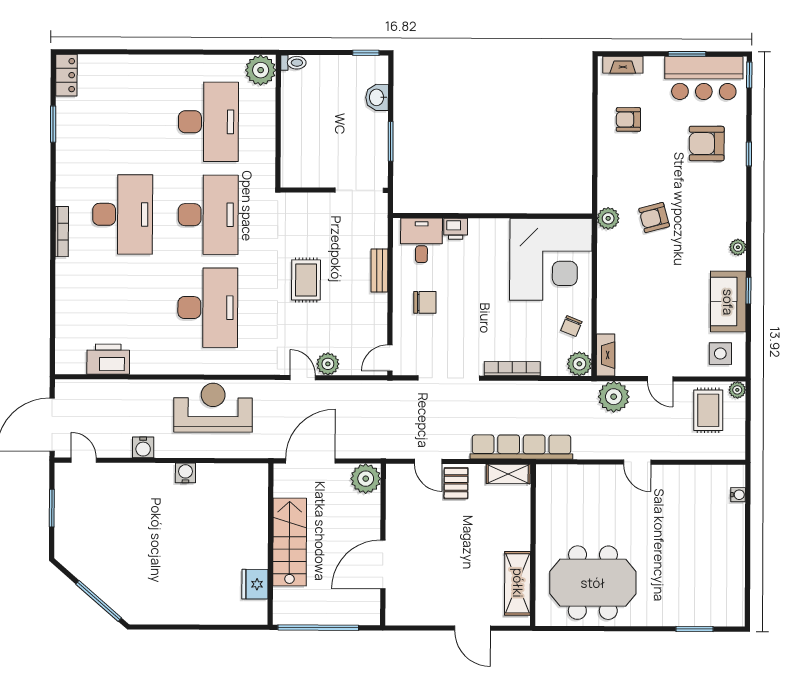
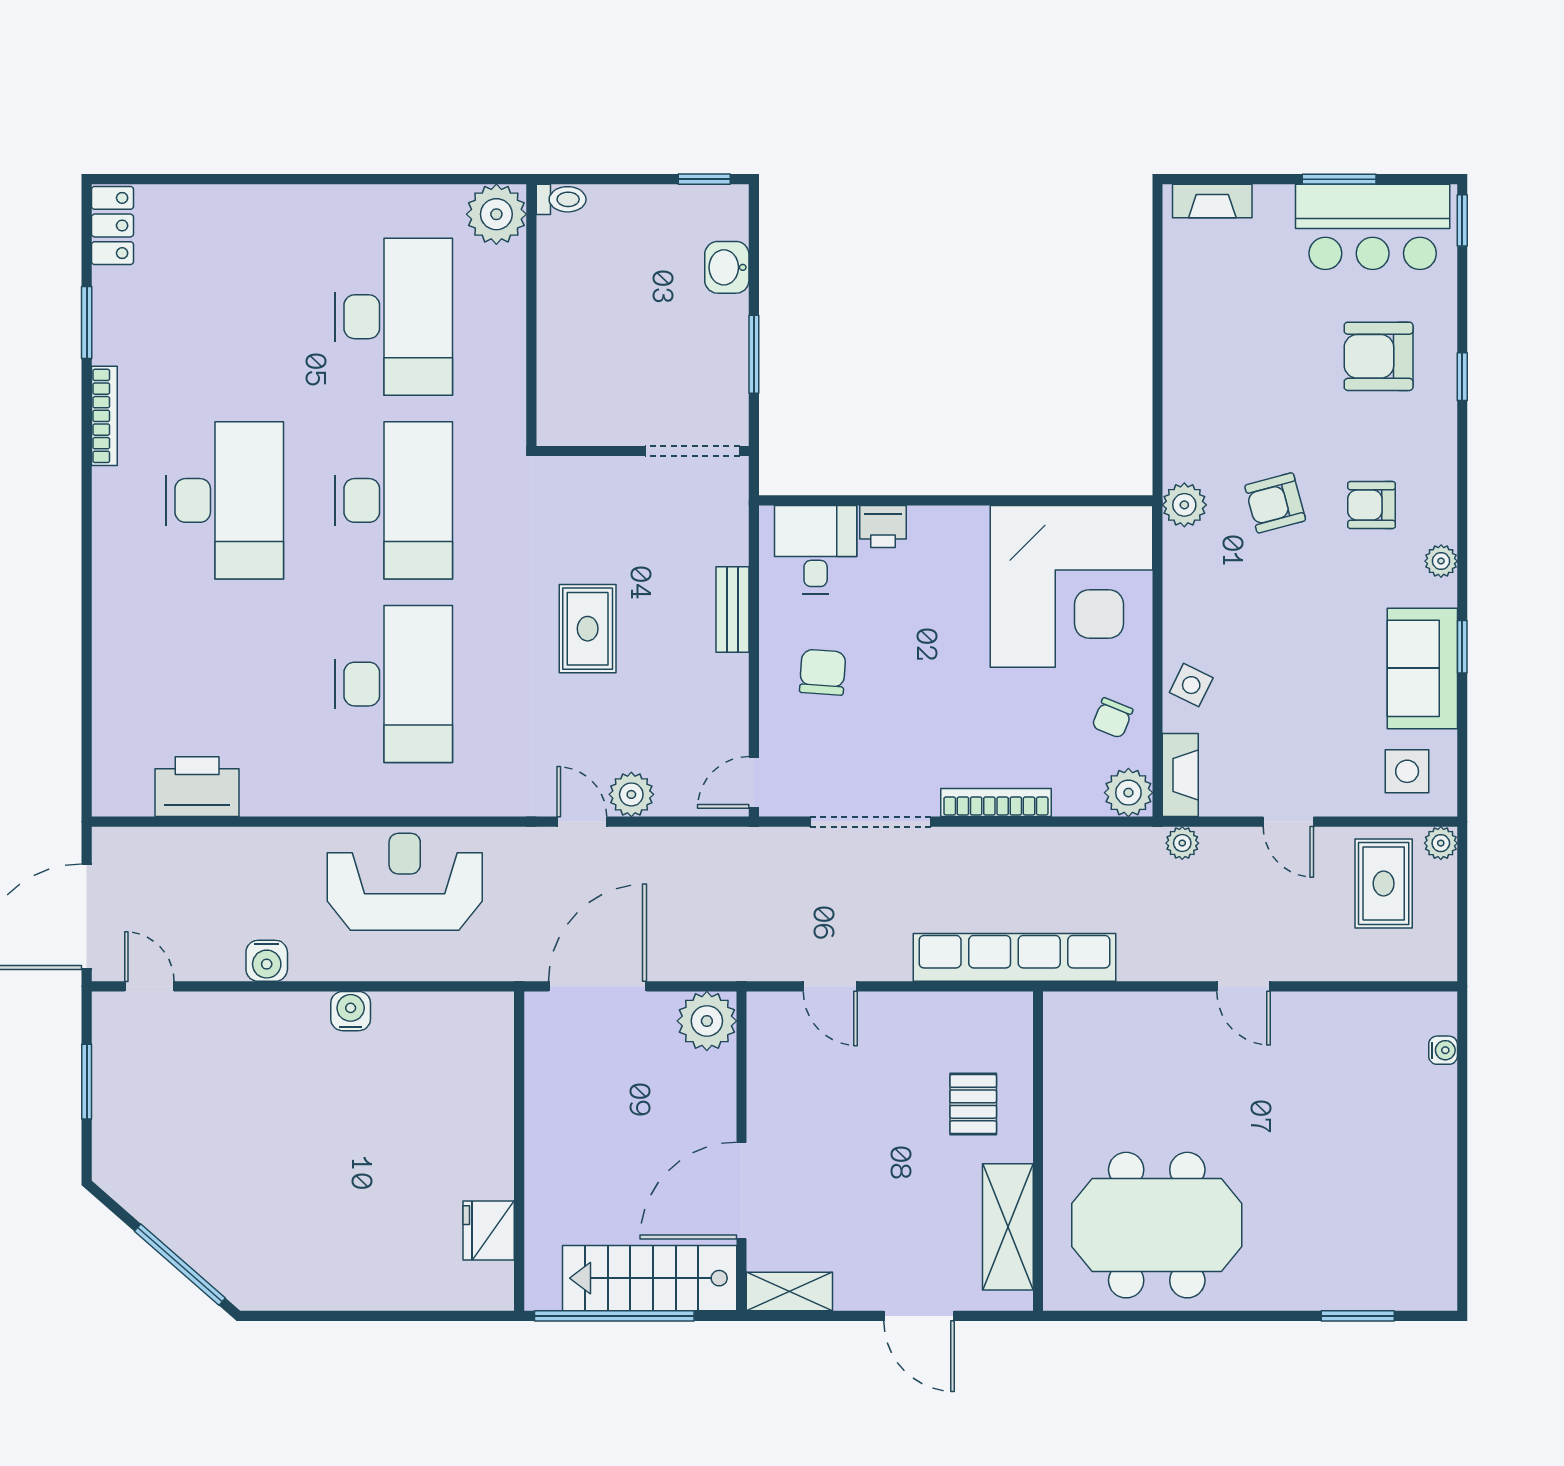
armchair: (628, 119) -> (1371, 505), moved
bookcase: (62, 232) -> (104, 416), moved
chair: (425, 302) -> (823, 672), turned -86
side table: (611, 310) -> (1191, 685), added
plant: (614, 397) -> (1182, 843), width x0.53, depth x0.53
shelving: (508, 474) -> (789, 1292), moved
pallet: (456, 483) -> (973, 1104), moved
stairs: (290, 542) -> (650, 1278), moved, turned -90

